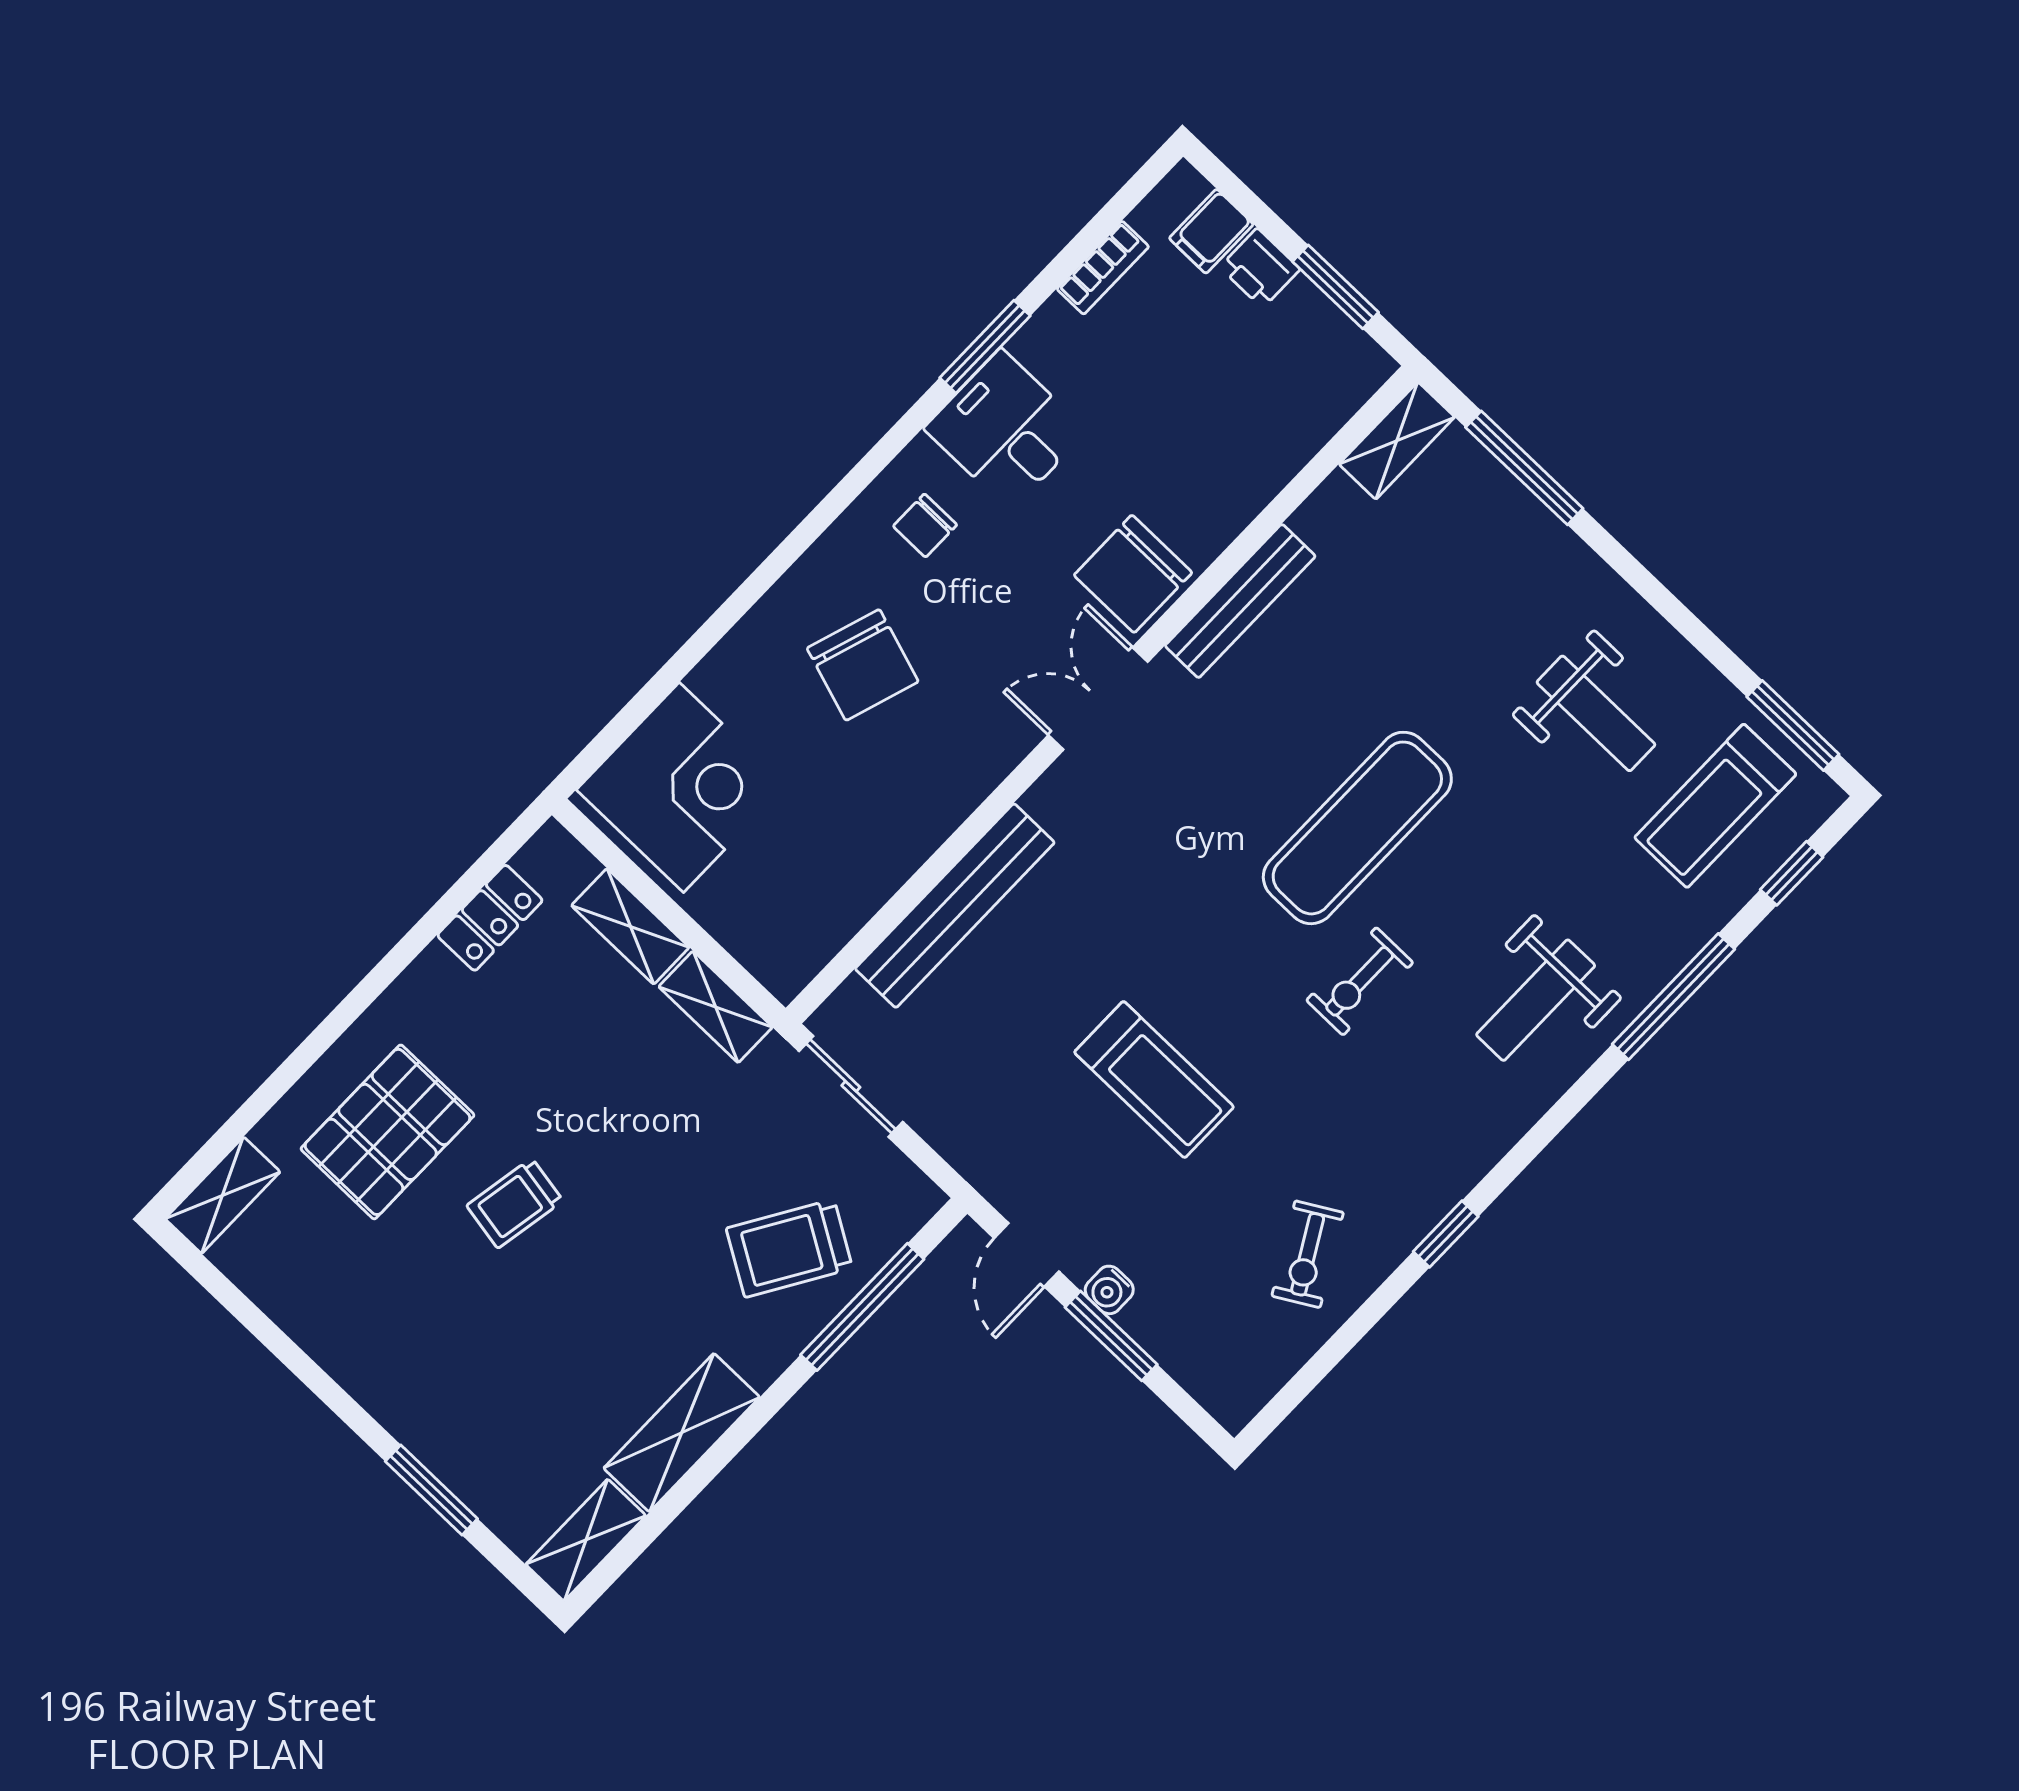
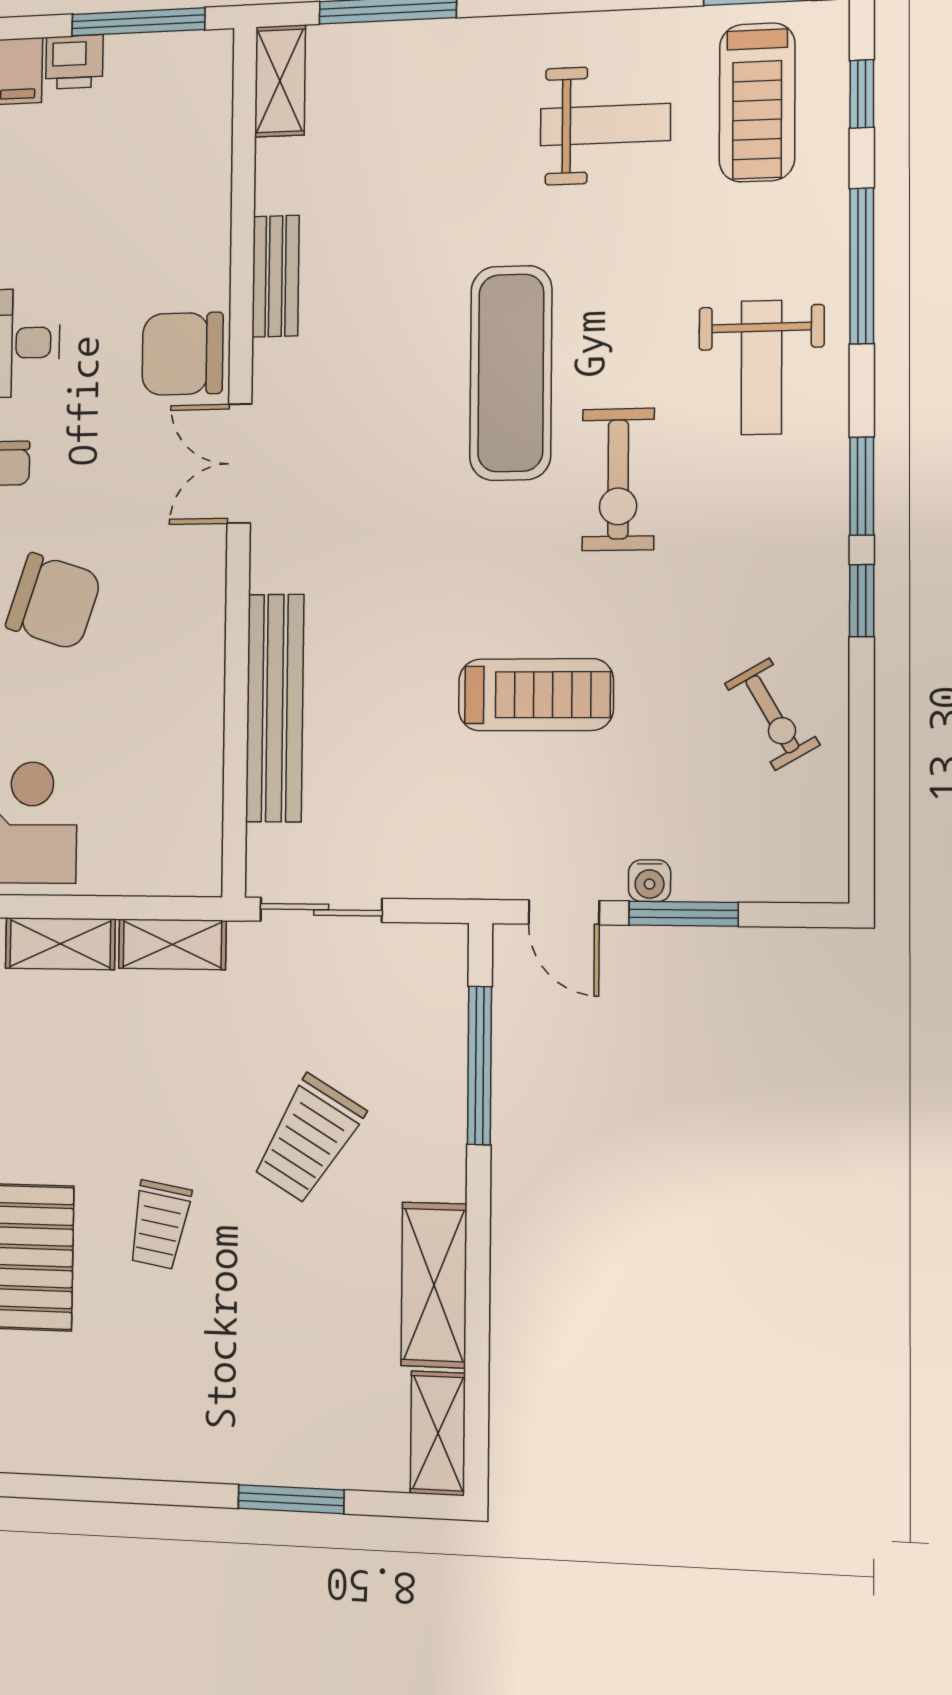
window: (1336, 287) -> (138, 22), width x1.44
chair: (1133, 574) -> (183, 354), turned 90
bench: (1240, 601) -> (276, 276), width x0.73
exercise bike: (1360, 981) -> (618, 479), width x1.38, depth x1.39
window: (1523, 1153) -> (862, 486), added
trolley: (789, 1248) -> (308, 1139), moved

